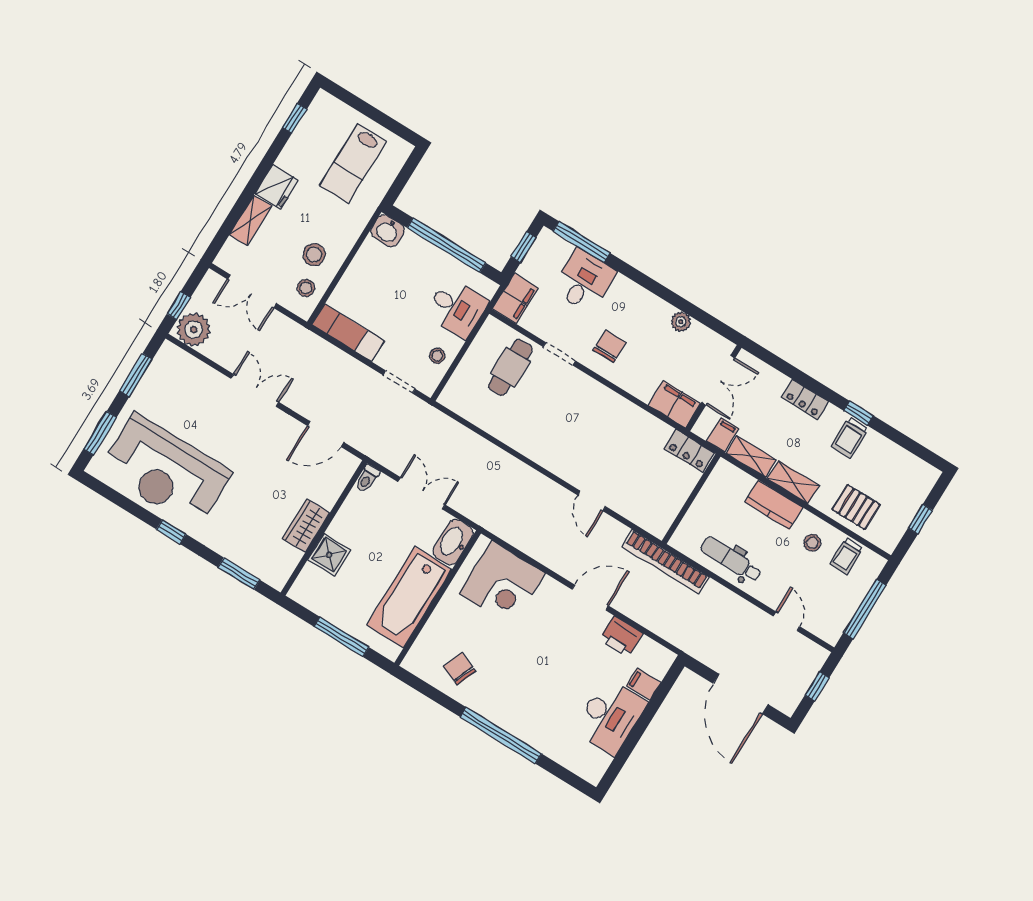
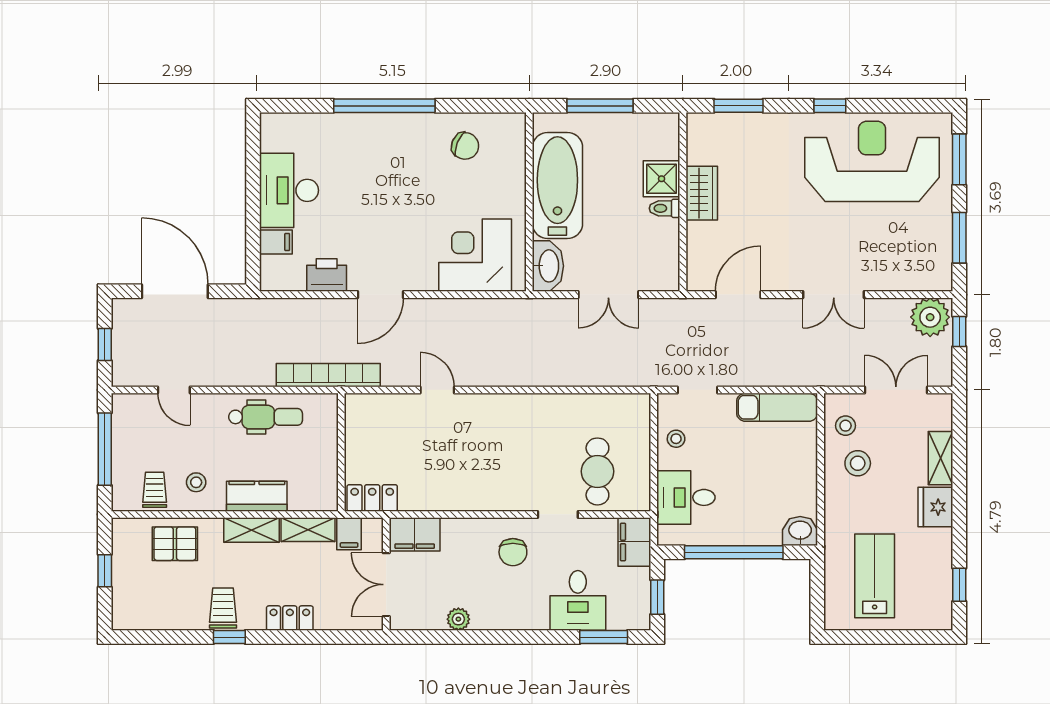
window: (581, 242) -> (604, 637), width x0.69
toilet: (367, 478) -> (665, 208), moved, turned -90

